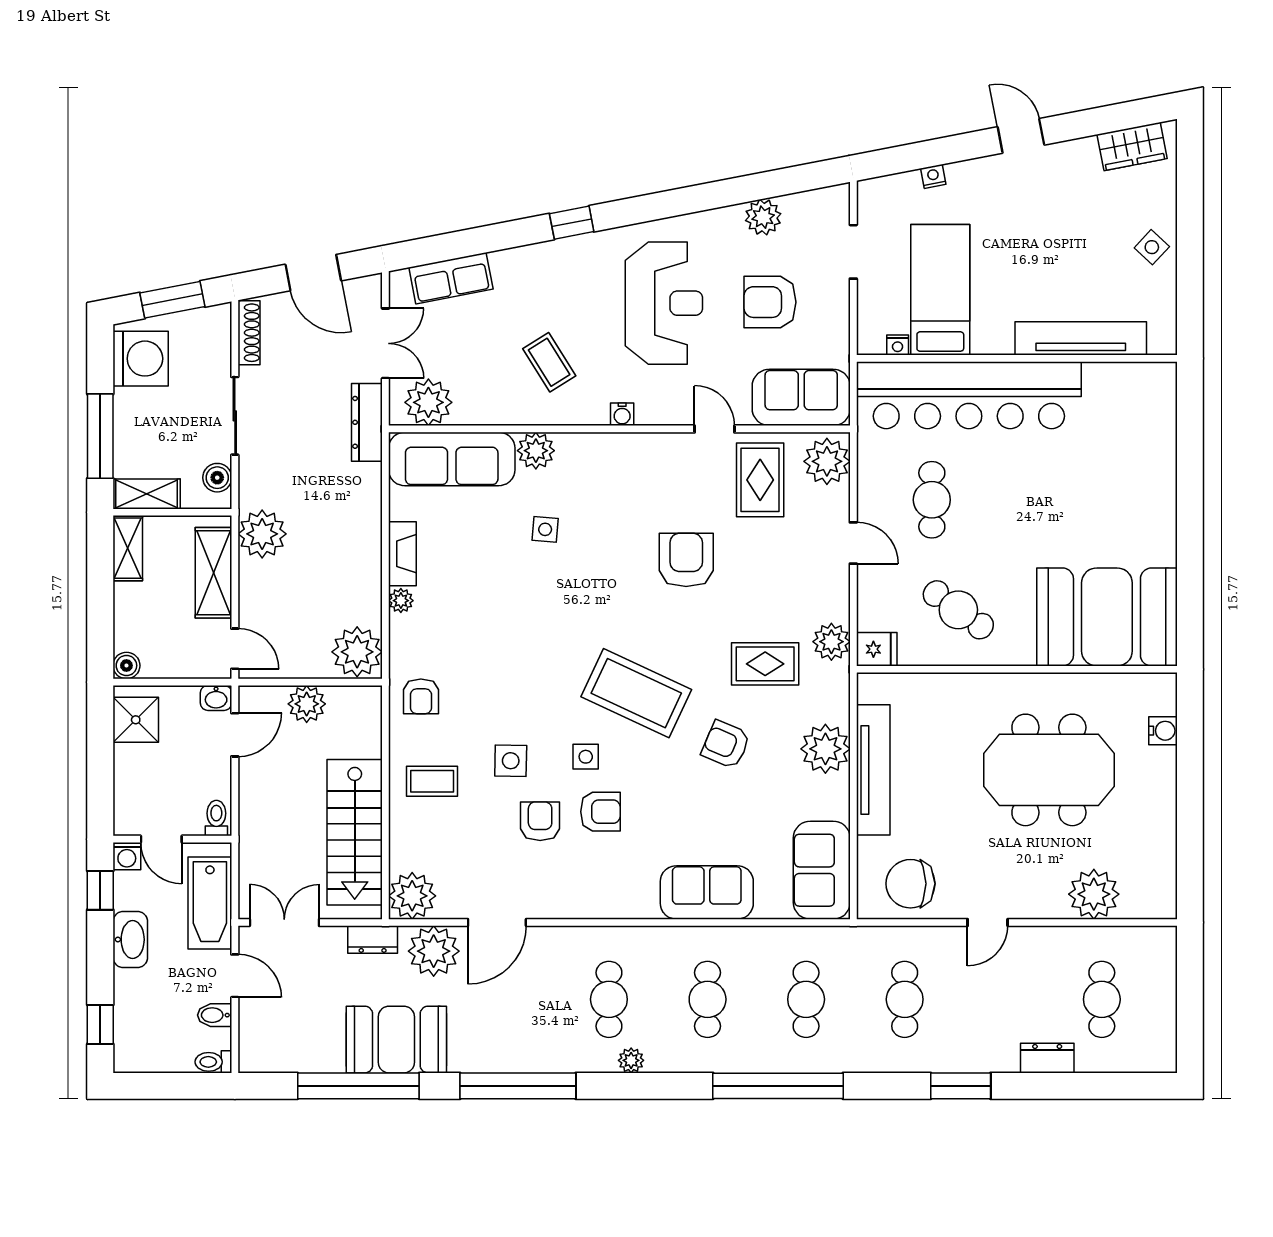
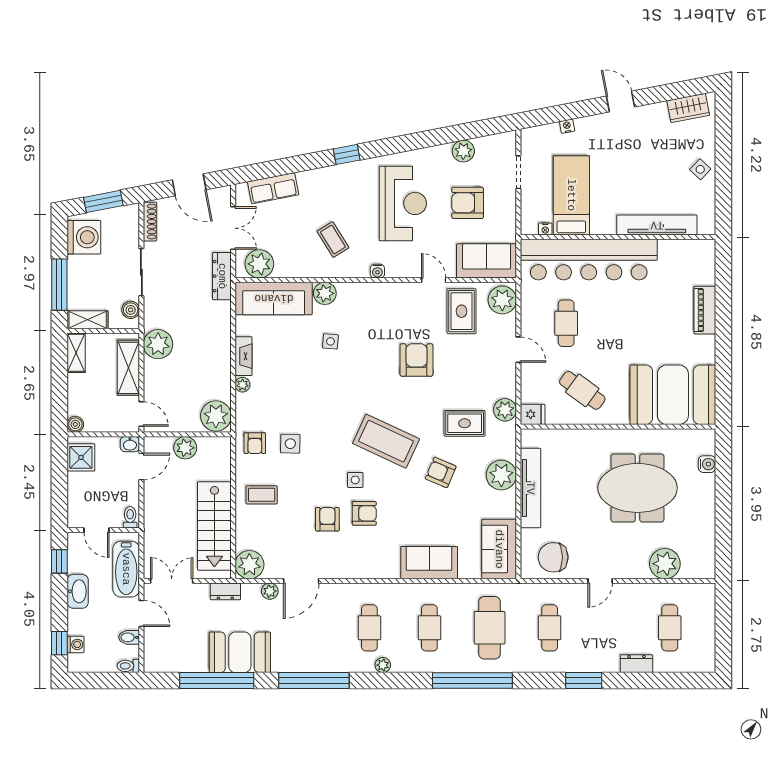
piano: (1159, 478) -> (705, 310), added
side table: (511, 761) -> (290, 444), moved
washing machine: (127, 856) -> (76, 644), moved, turned -90
plant: (434, 951) -> (270, 591), width x0.53, depth x0.53
cafe table: (806, 999) -> (490, 628), width x1.37, depth x1.35

